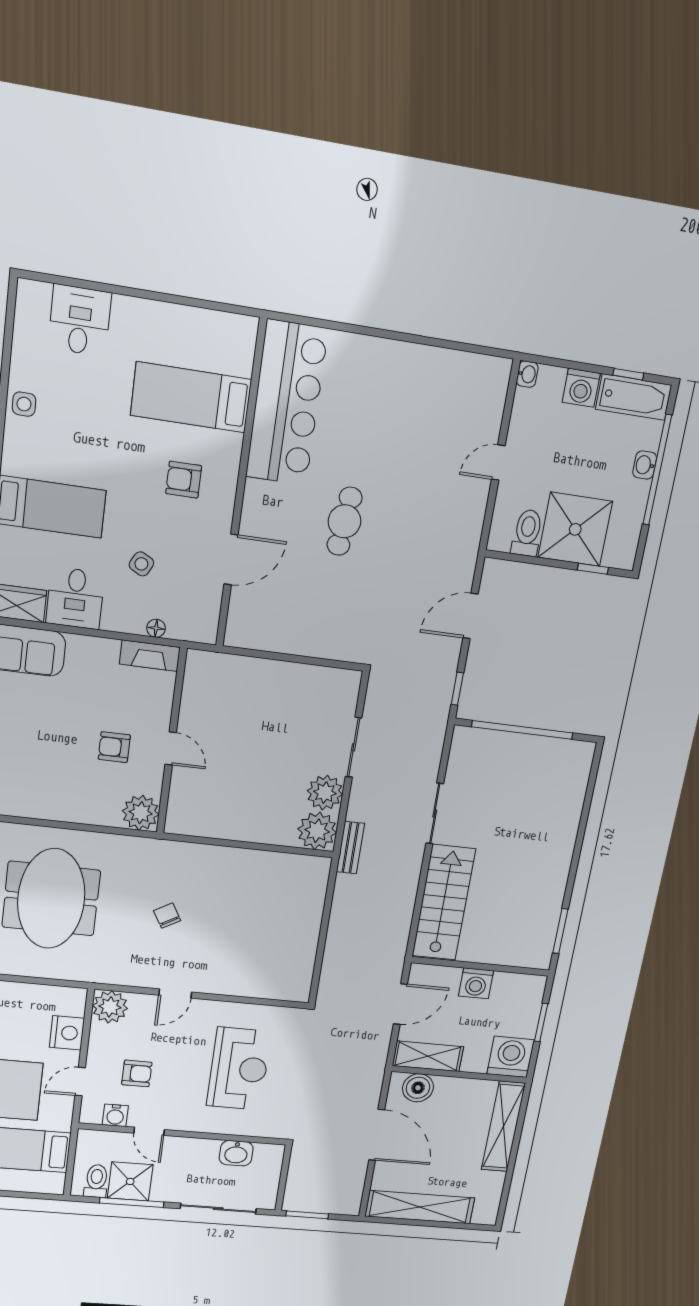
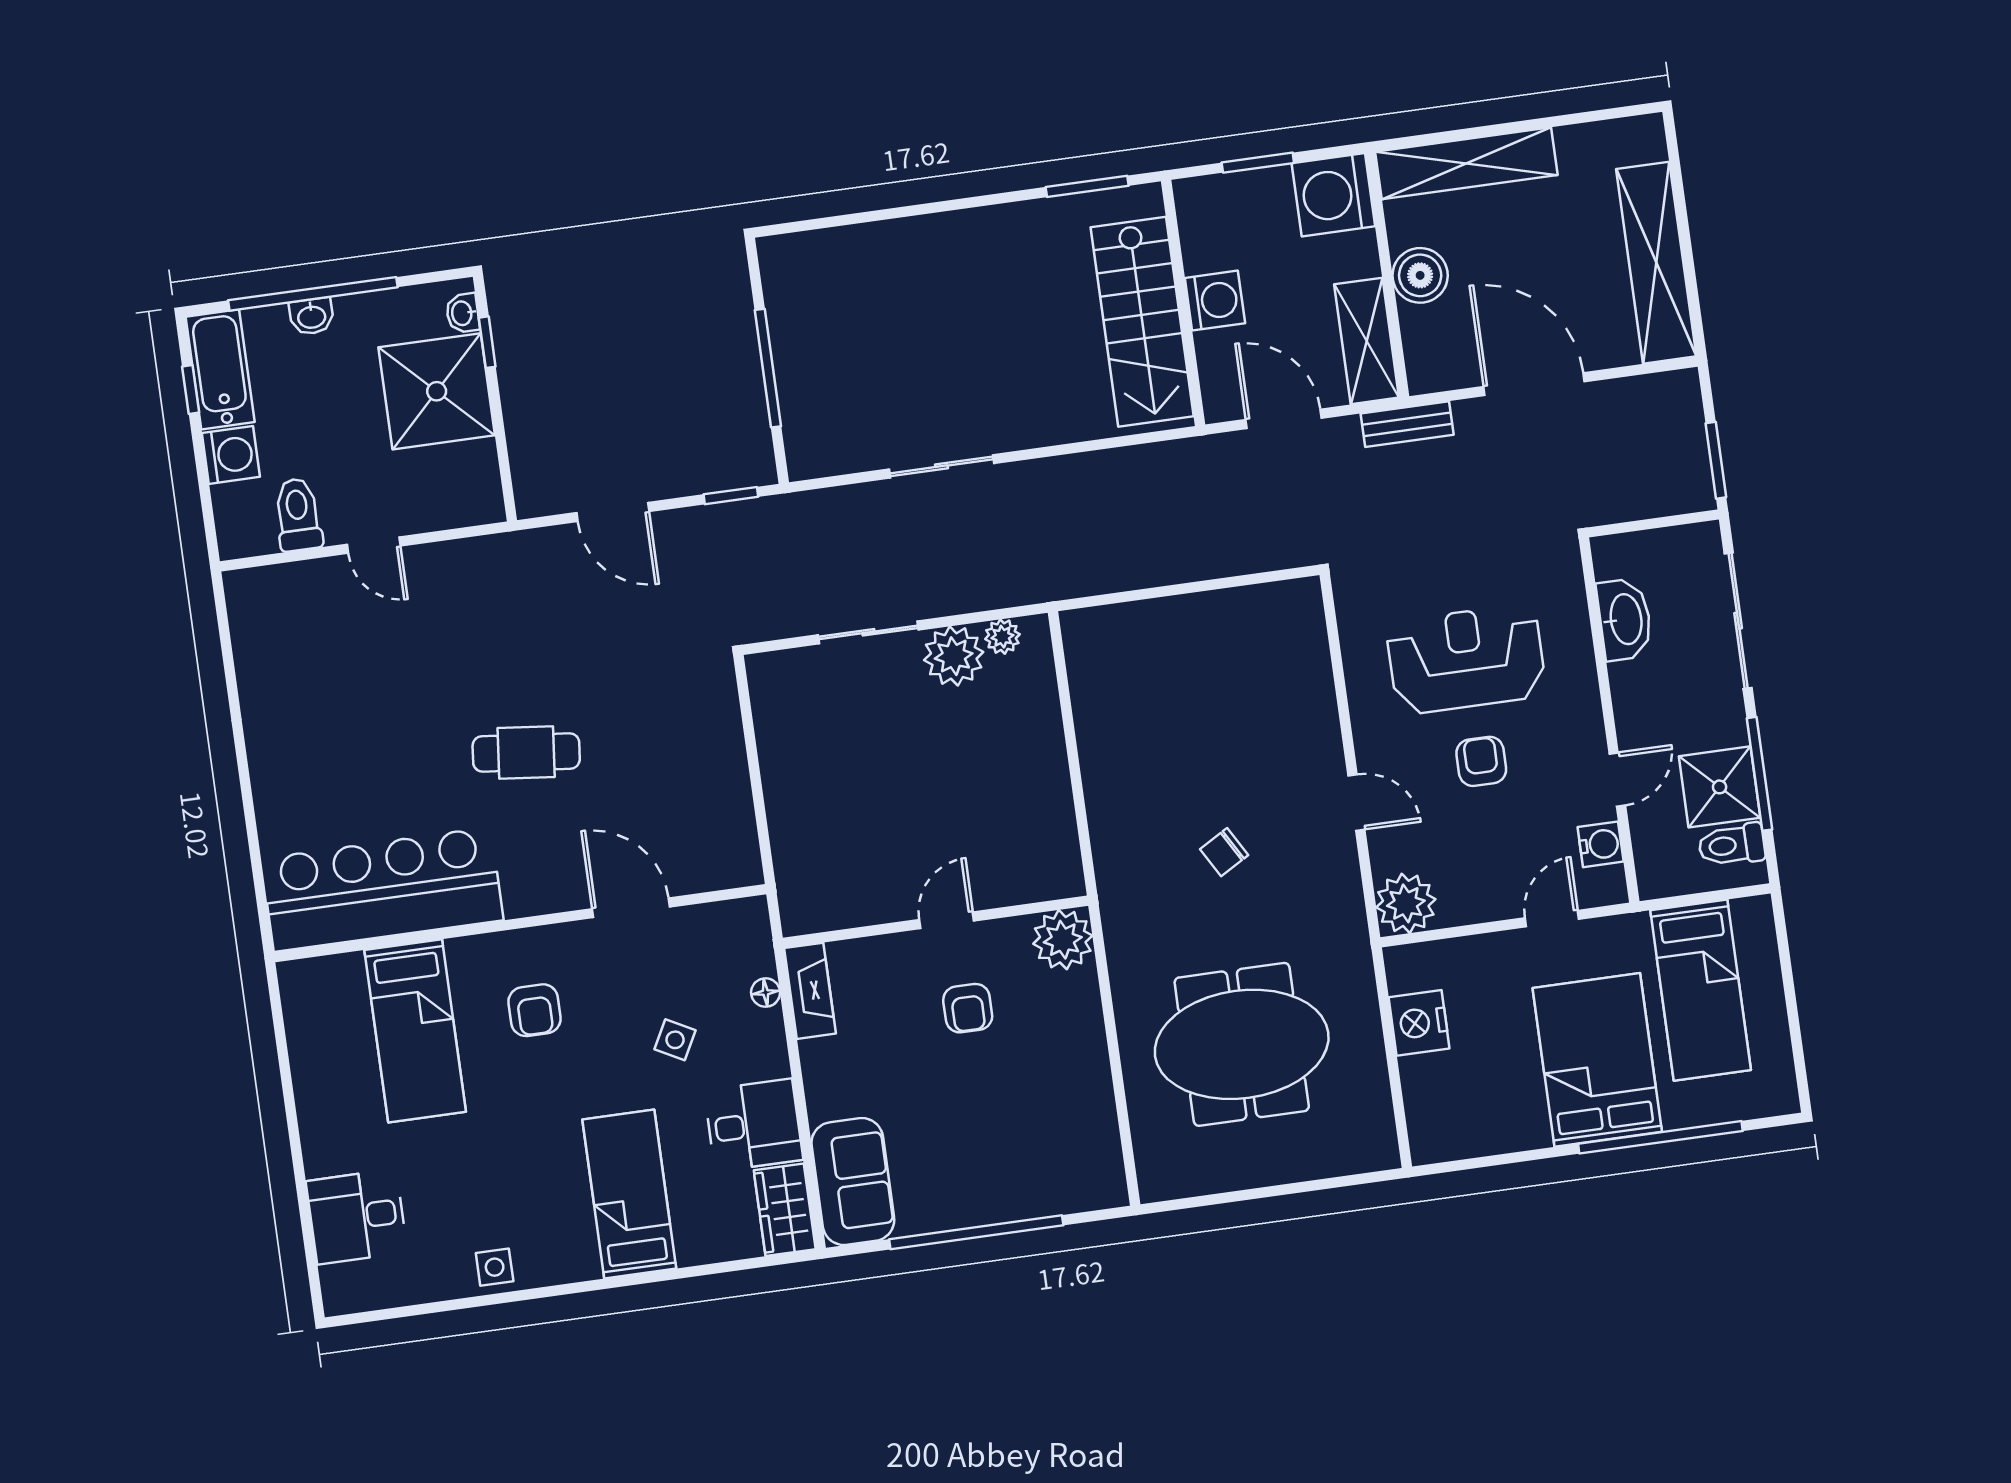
washbasin: (527, 374) -> (463, 313), moved, turned -90
toilet: (527, 533) -> (298, 515), moved, turned 90
window: (522, 730) -> (768, 368), width x0.68
plant: (317, 831) -> (1002, 637), width x0.53, depth x0.53
bench: (350, 848) -> (1407, 424), moved
stairs: (444, 903) -> (1142, 322), moved, turned -90
nightstand: (67, 1033) -> (1419, 1023), moved, turned -90
armchair: (137, 1073) -> (1481, 761), moved
door: (80, 1082) -> (1552, 919), swing flipped
boiler: (418, 1088) -> (1420, 275), moved
door: (377, 1135) -> (1534, 384), hinge flipped
washbasin: (236, 1153) -> (1625, 619), width x1.38

